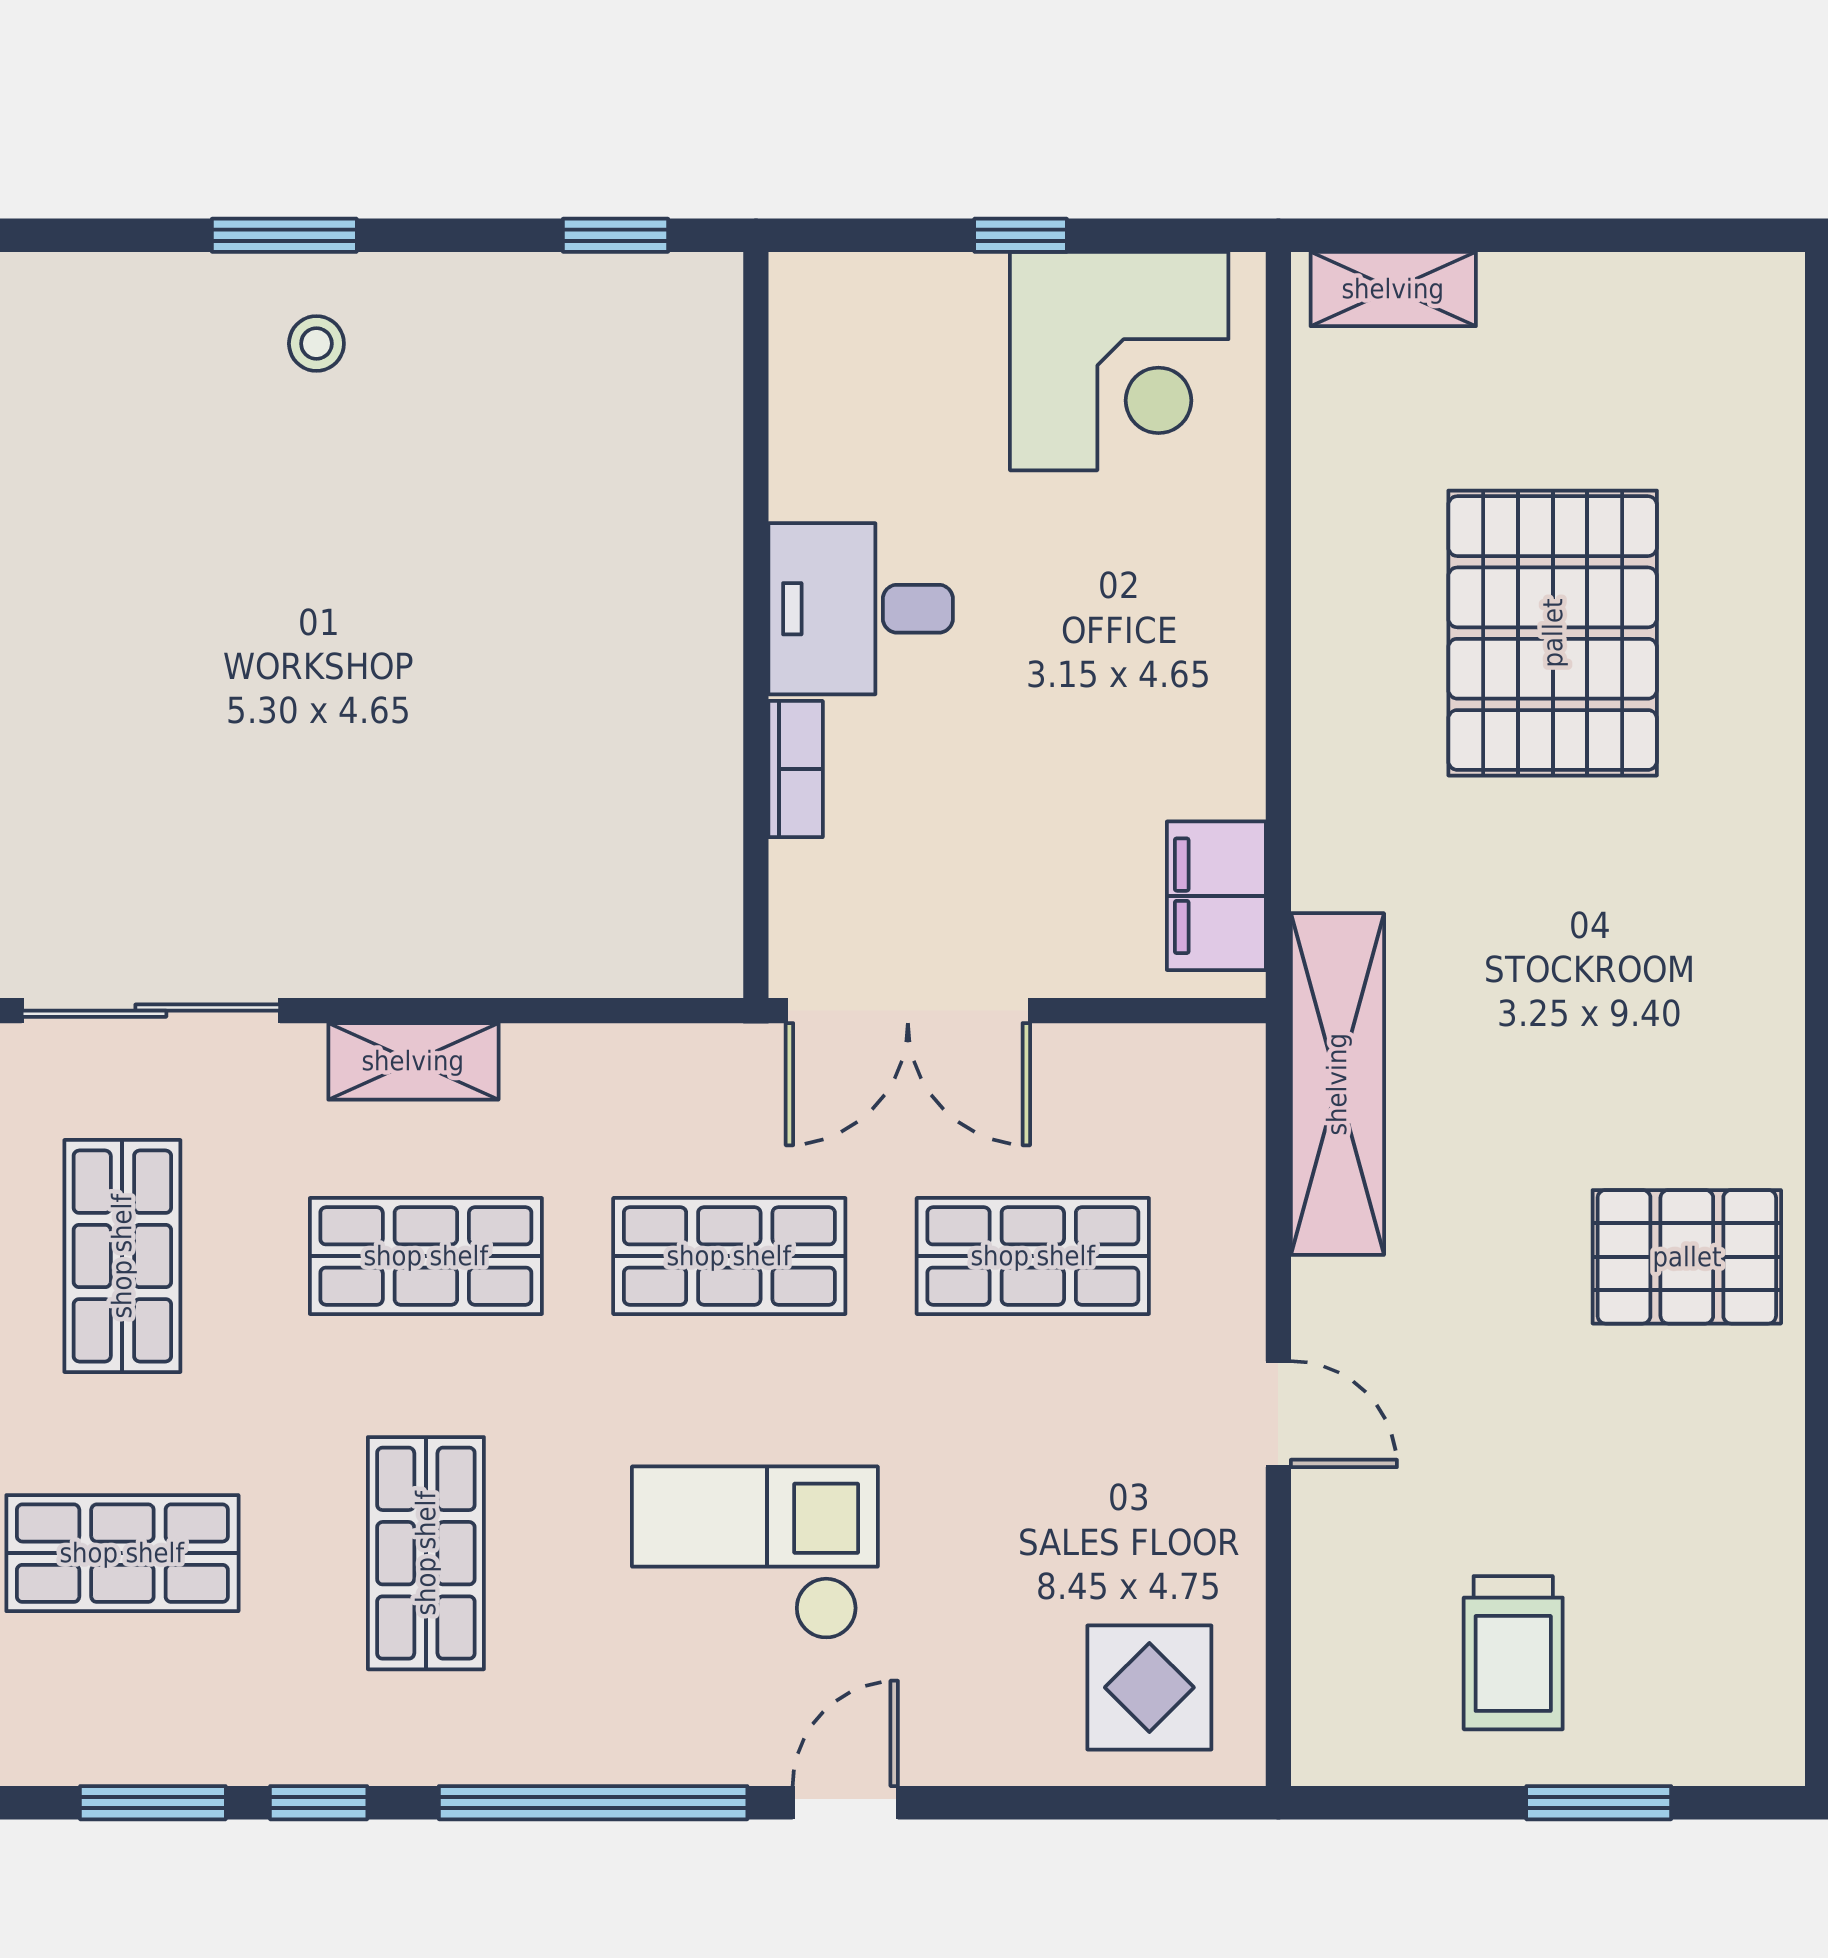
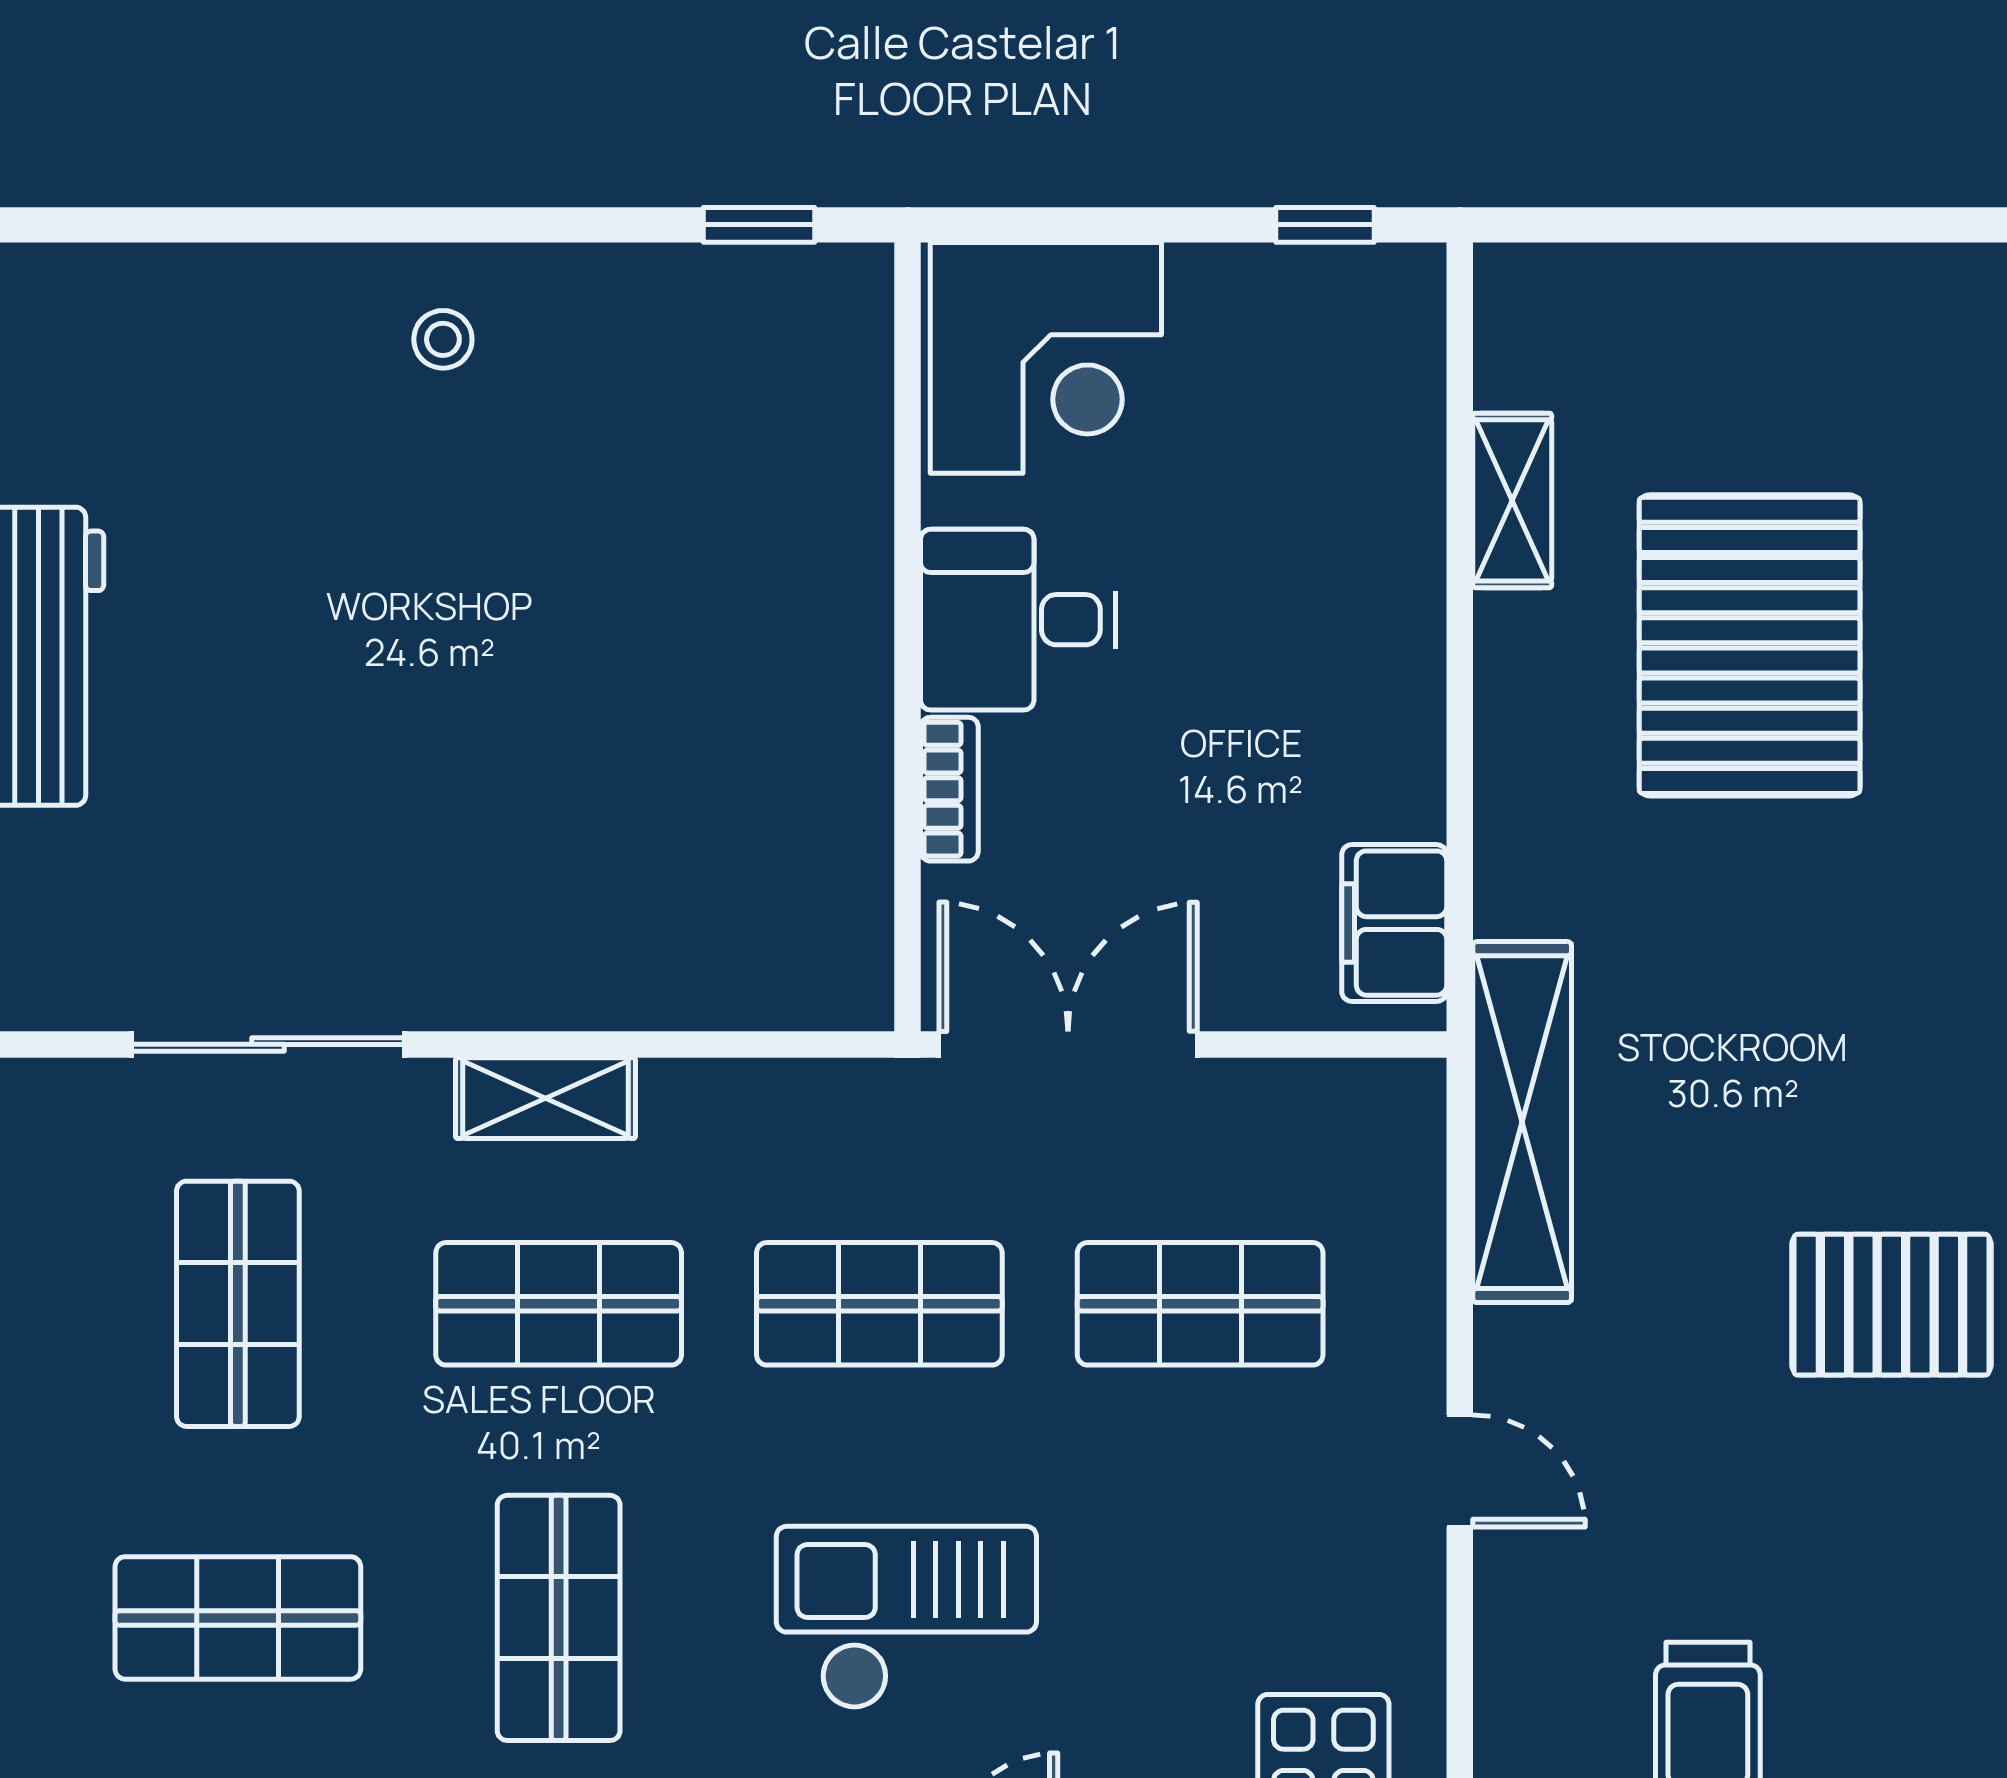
window: (284, 235) -> (409, 225), removed
window: (1021, 235) -> (1325, 225), moved
shelving: (1393, 289) -> (1512, 500), moved, turned 90
corner desk: (1119, 361) -> (1046, 358), moved
double door: (908, 1011) -> (1068, 1044), swing flipped

